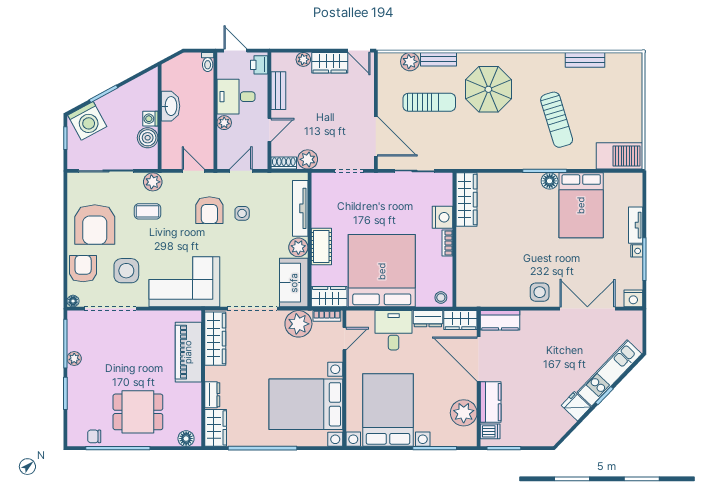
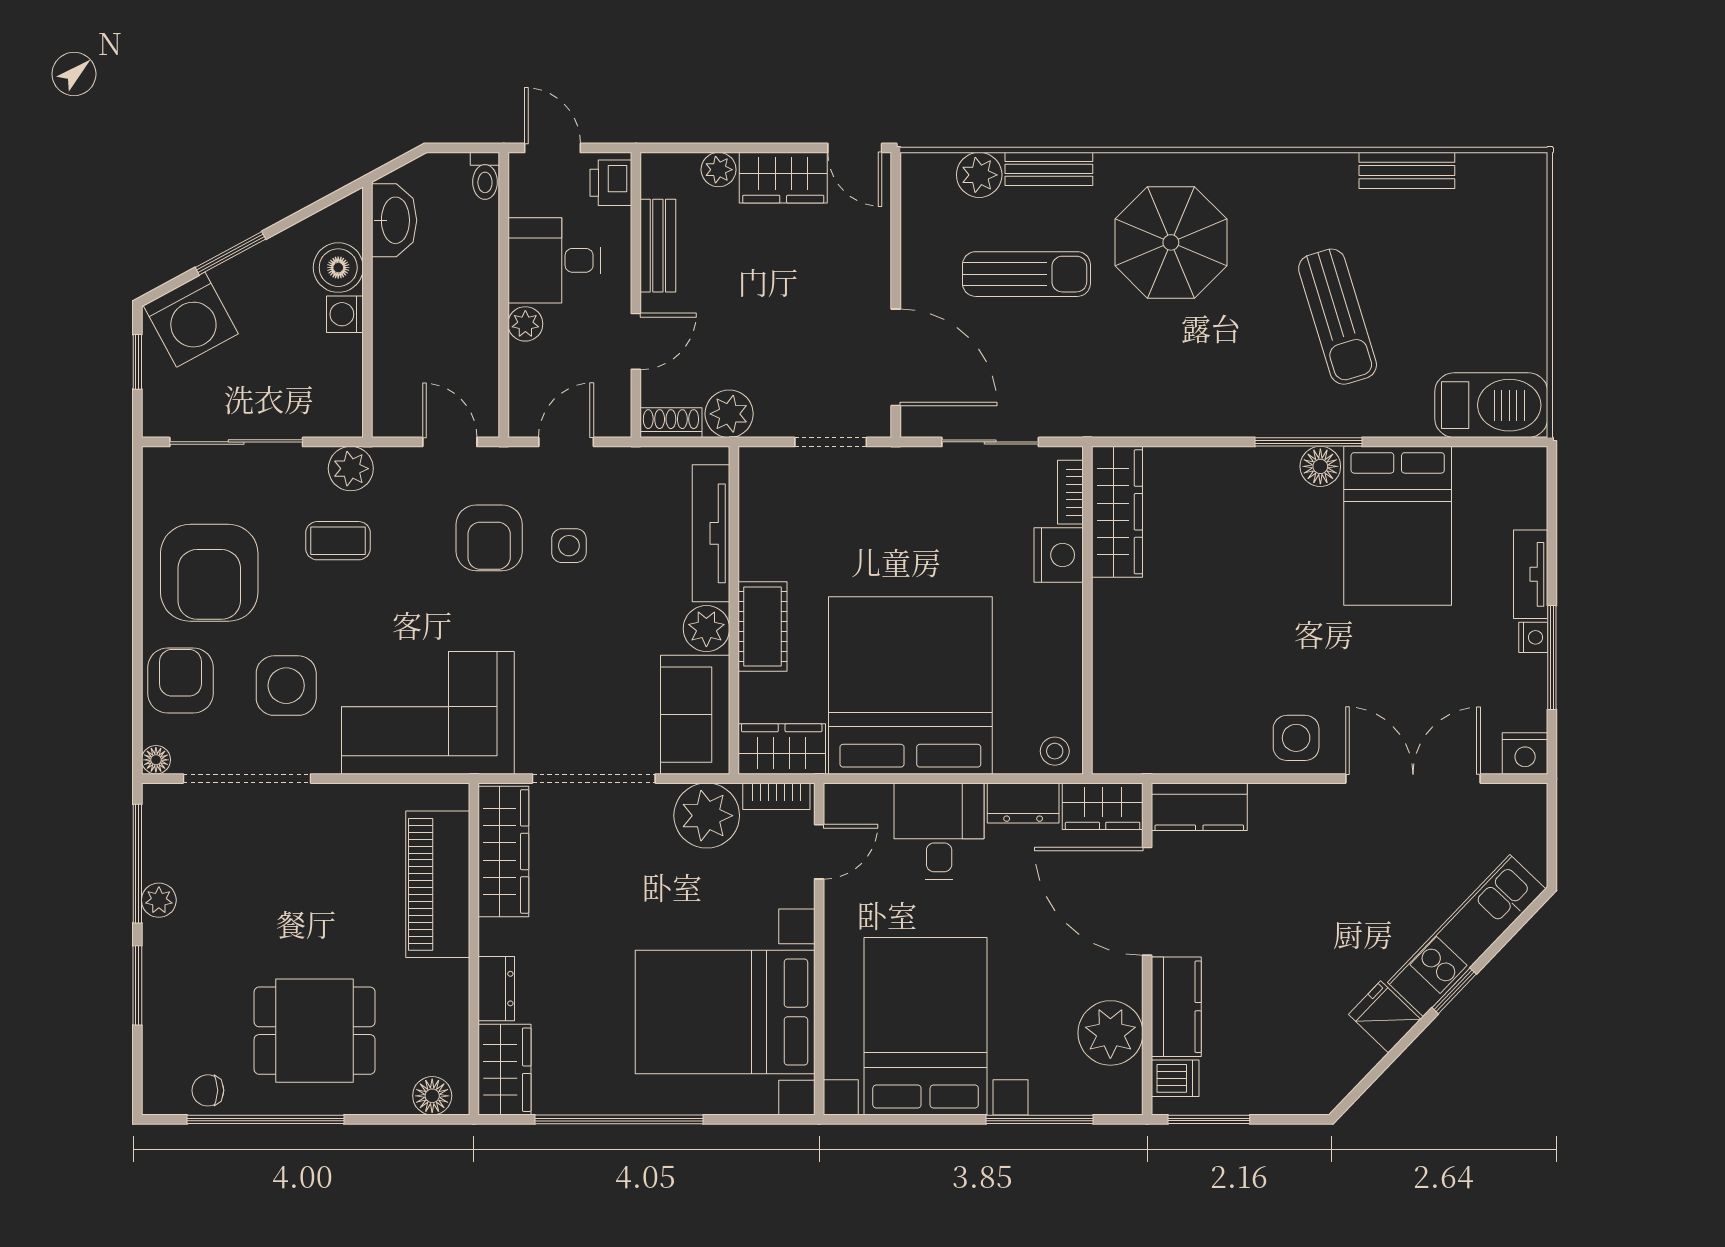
washbasin: (170, 106) -> (394, 220), moved
boiler: (148, 138) -> (338, 268), moved
bookcase: (447, 243) -> (1070, 492), moved

